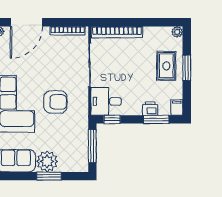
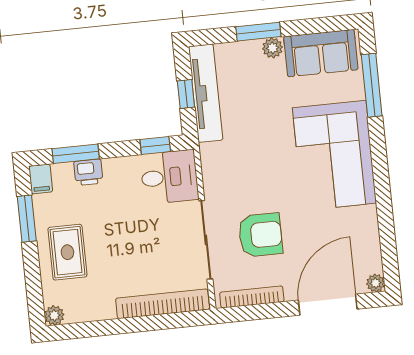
window: (187, 68) -> (27, 219), moved
armchair: (55, 102) -> (260, 235), moved, turned 180
tv unit: (81, 145) -> (206, 93), added
window: (92, 146) -> (186, 94), width x0.46
plant: (47, 161) -> (273, 48), width x0.53, depth x0.53

